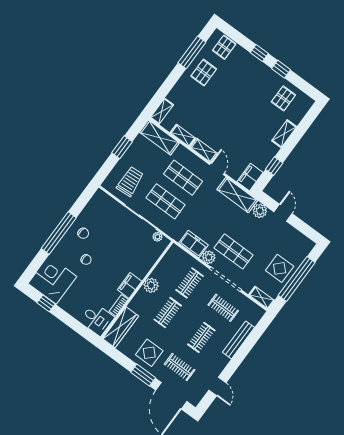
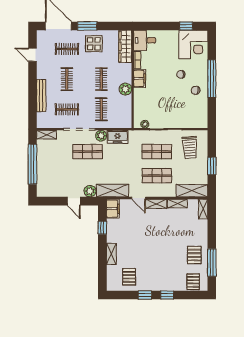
display table: (280, 268) -> (49, 163), removed

